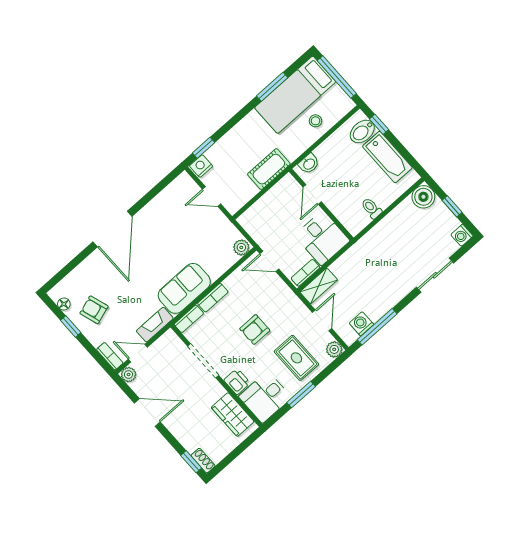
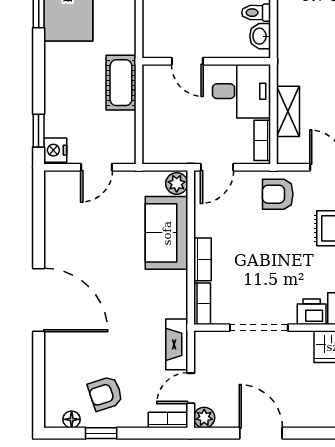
washbasin: (309, 164) -> (260, 36), moved, turned 180
shelving: (319, 286) -> (288, 111), moved
sofa: (184, 288) -> (167, 233), moved
armchair: (255, 329) -> (278, 194), moved, turned 90
door: (147, 412) -> (261, 433), hinge flipped

